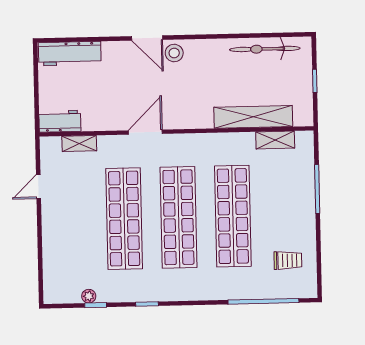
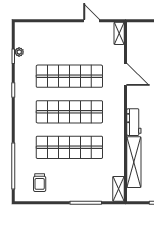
workbench: (60, 121) -> (134, 122), moved
door: (145, 132) -> (126, 74), moved
shelving: (275, 140) -> (118, 189), moved
shelving: (79, 143) -> (119, 33), moved

